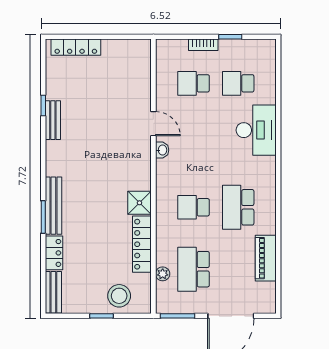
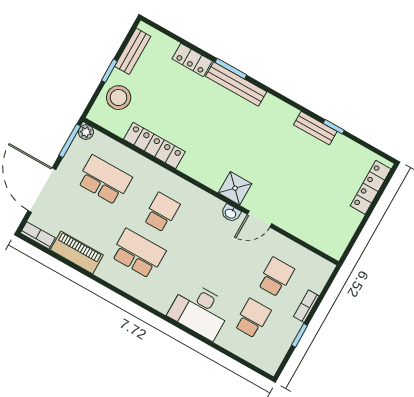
shower: (139, 203) -> (235, 188), moved
plant: (163, 274) -> (86, 132), moved
bench: (53, 292) -> (133, 51), moved, turned 90
bookcase: (270, 298) -> (38, 235), added

